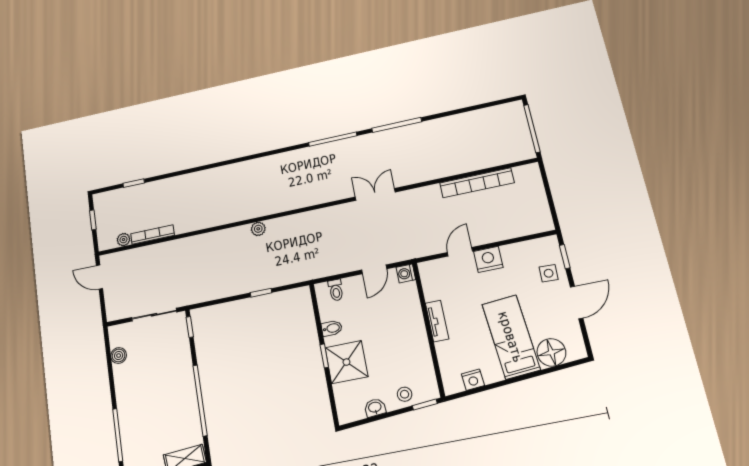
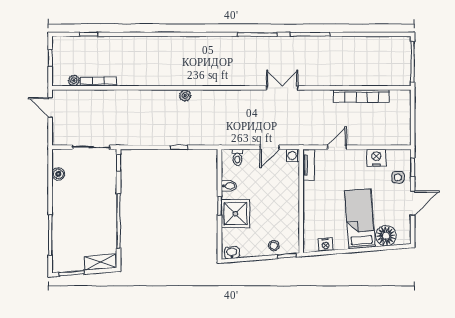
nightstand: (488, 259) -> (376, 158), moved
tv unit: (437, 321) -> (309, 165), moved
washbasin: (375, 408) -> (232, 253), moved

